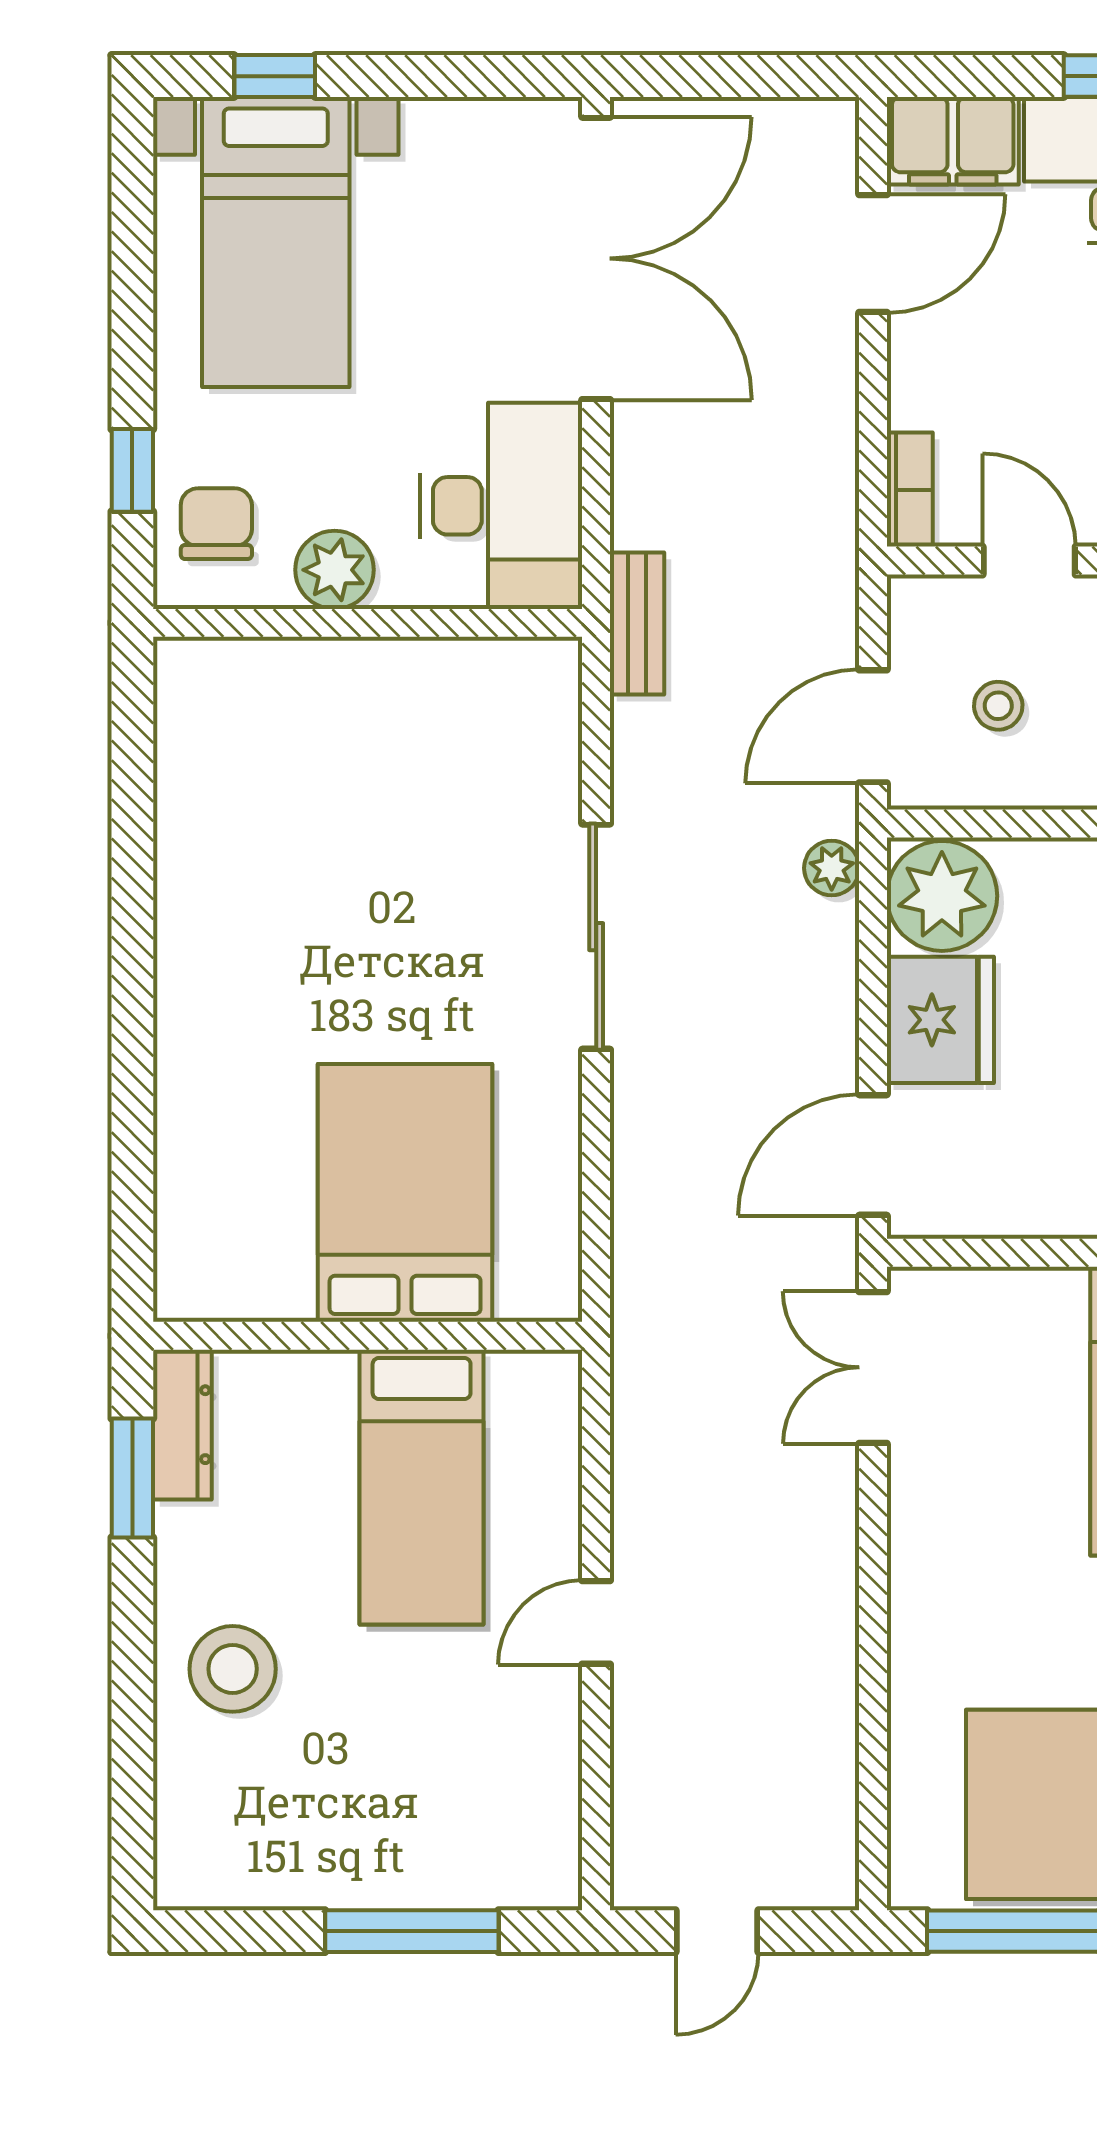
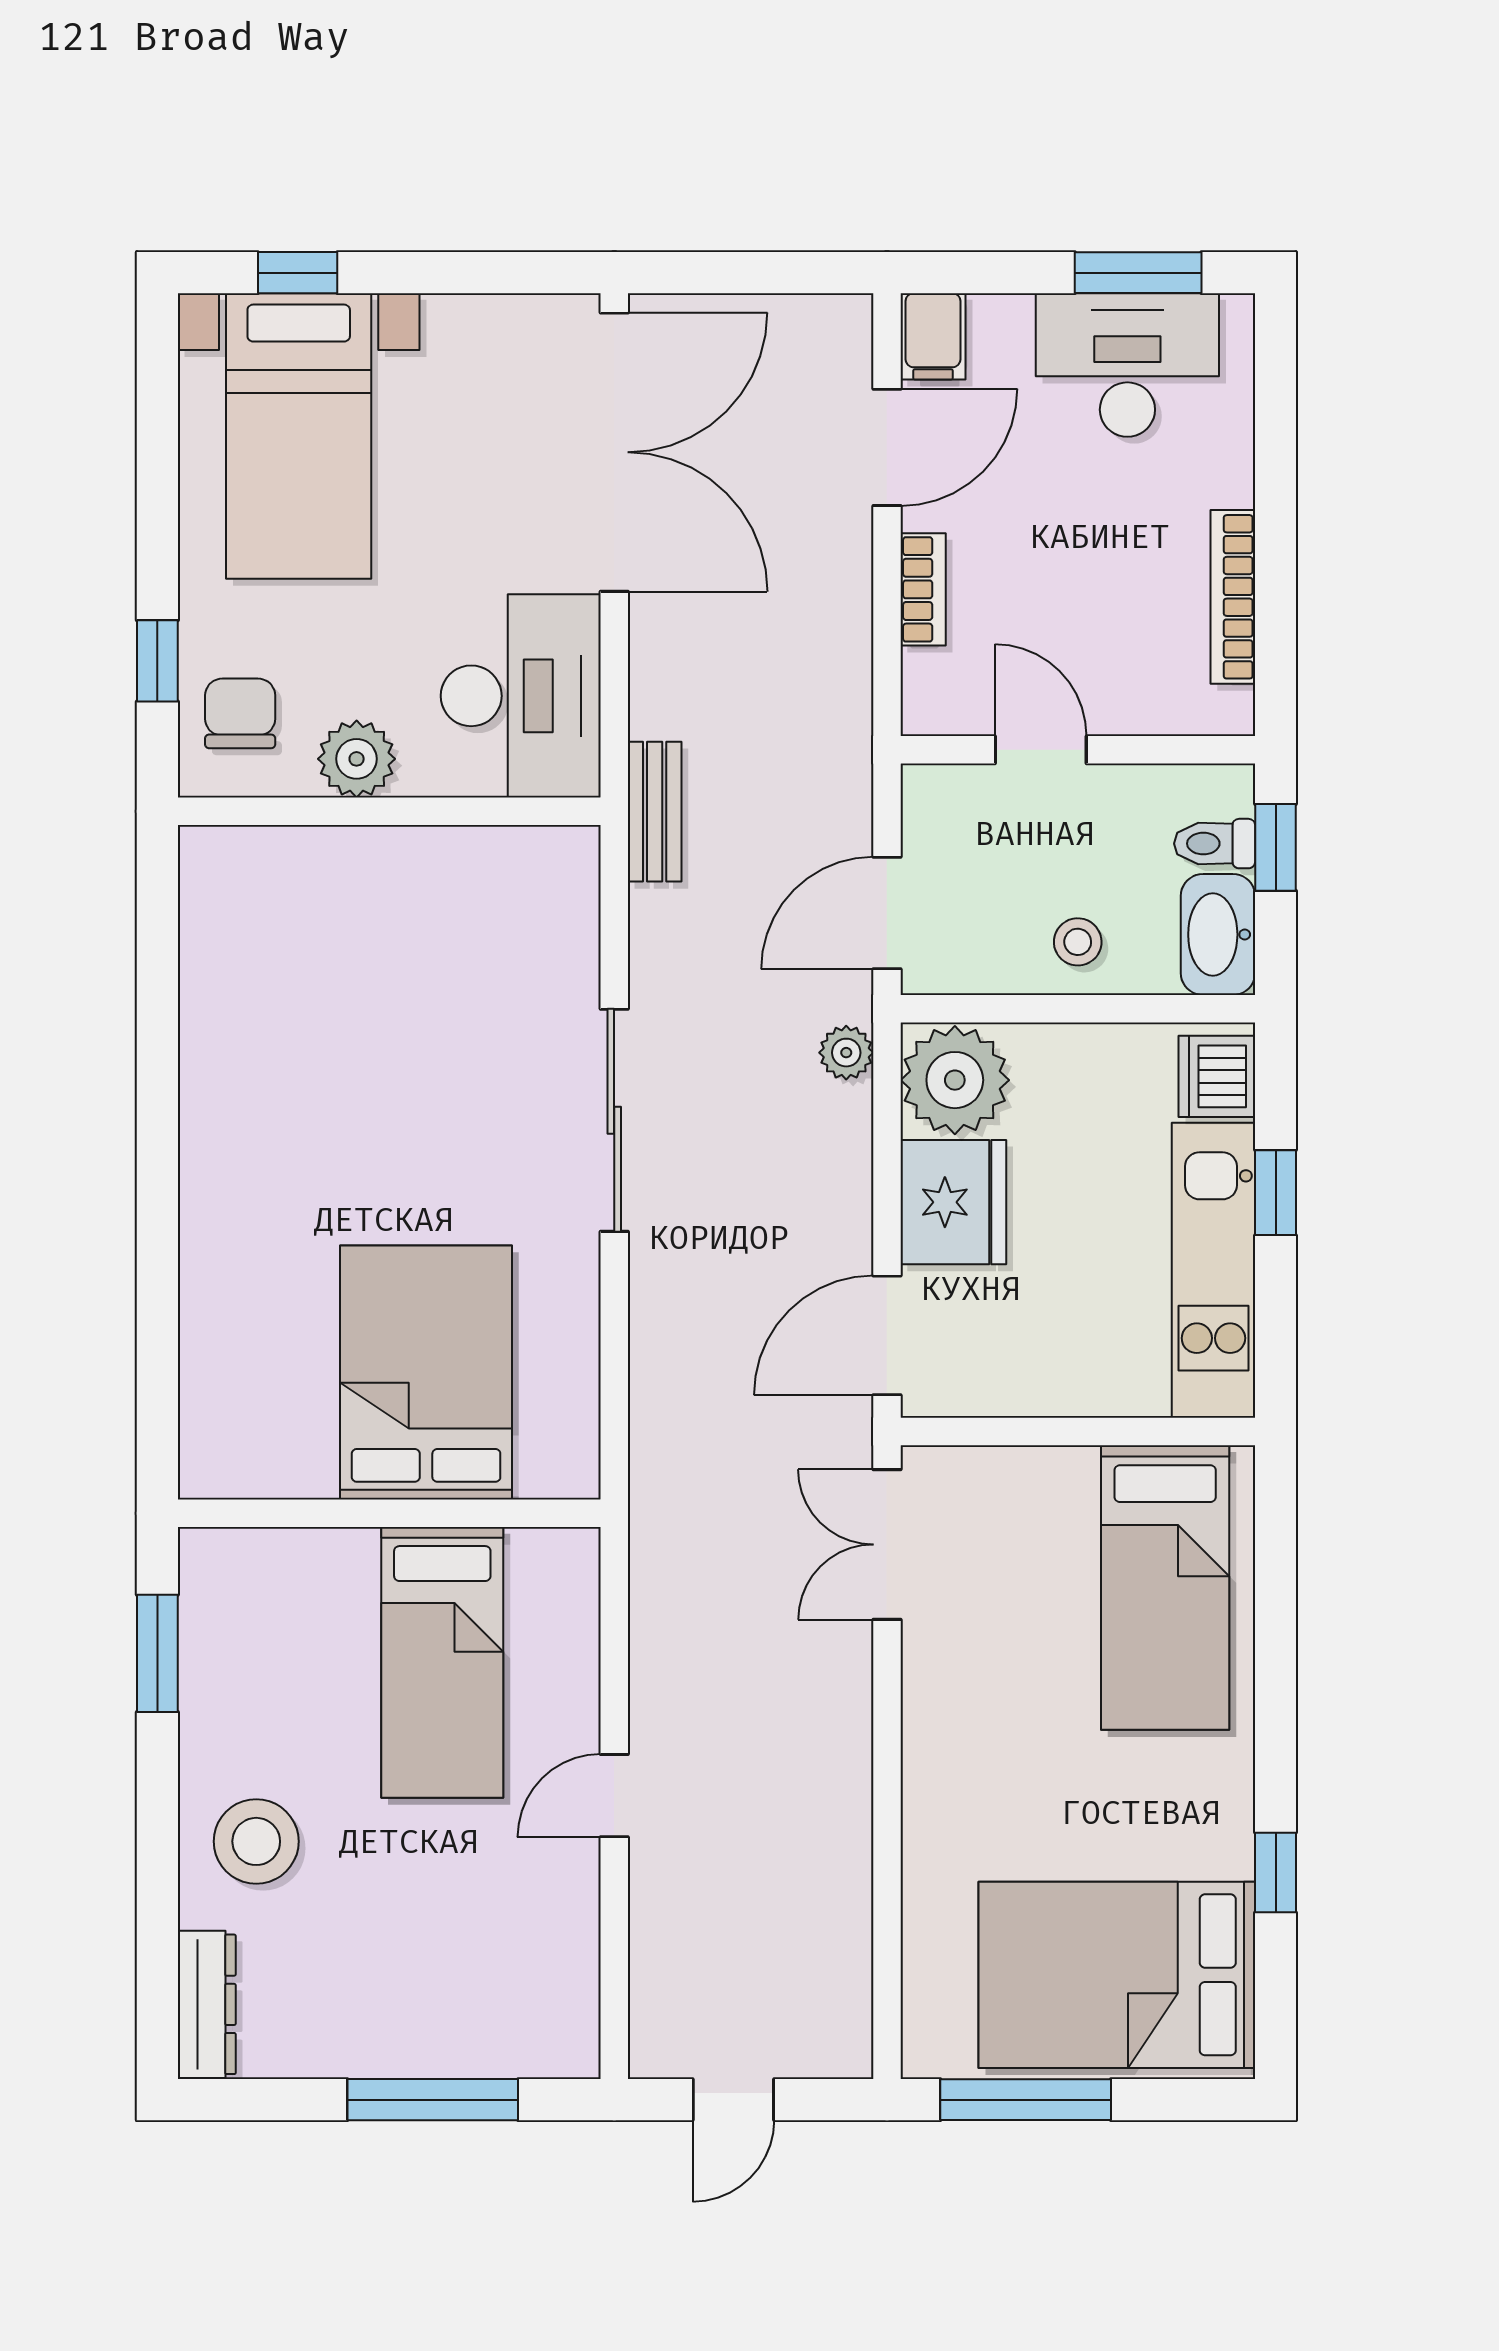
filing cabinet: (953, 141) -> (933, 336), width x0.50
bookcase: (910, 490) -> (923, 589), moved
stool: (998, 706) -> (1078, 942), moved
dresser: (182, 1425) -> (207, 2004), moved

